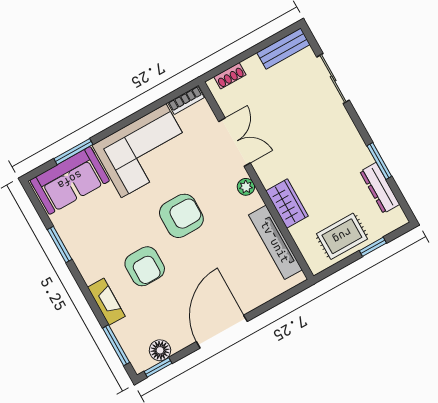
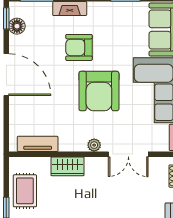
armchair: (181, 216) -> (99, 91), width x1.36, depth x1.36
tv unit: (275, 242) -> (38, 144), width x0.71

